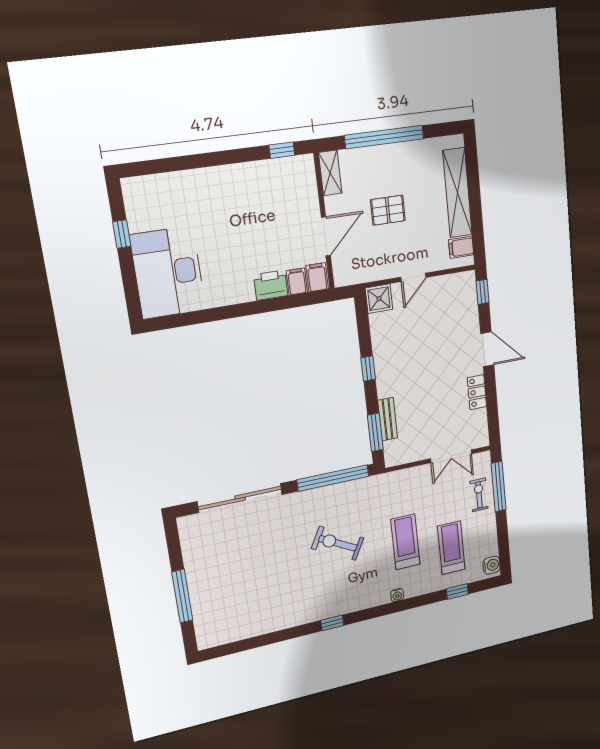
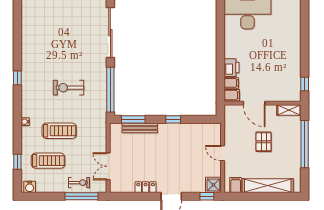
shower: (379, 299) -> (213, 185), moved
bench: (388, 419) -> (140, 128), width x1.36
exercise bike: (338, 543) -> (69, 88), turned -118

